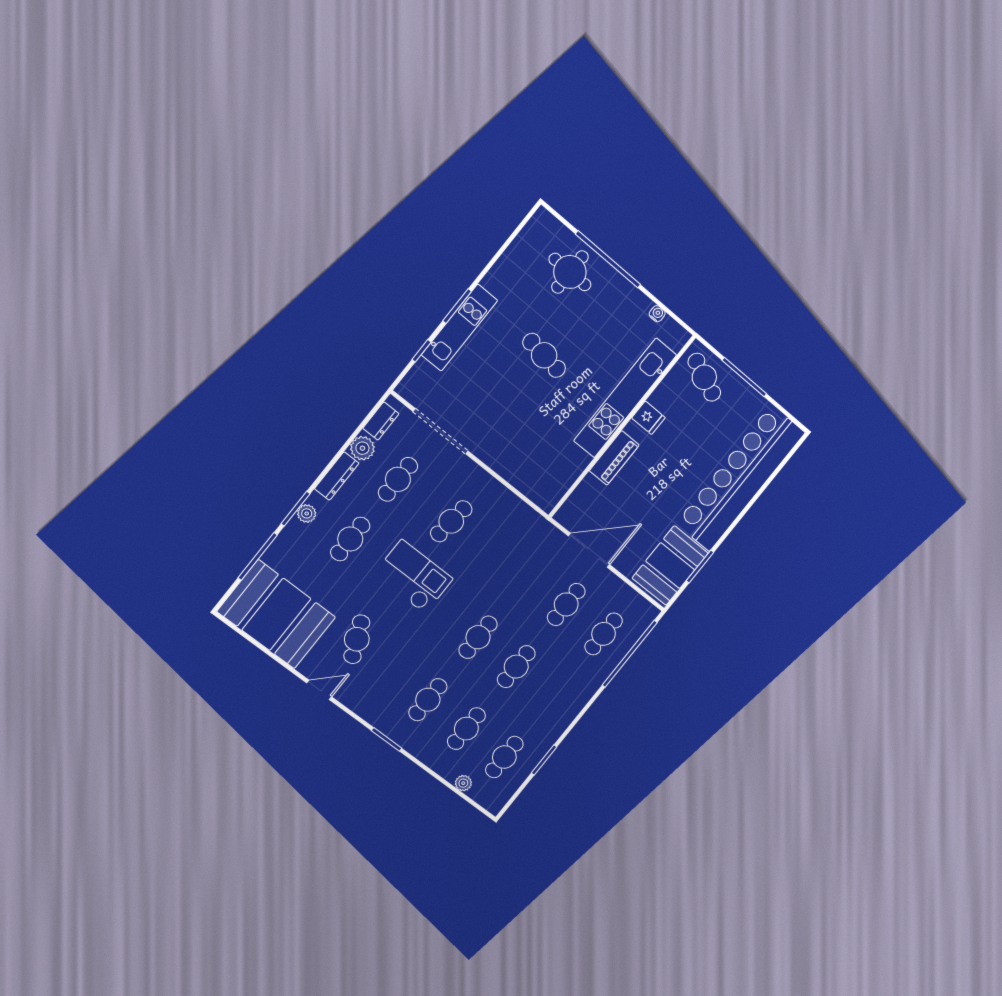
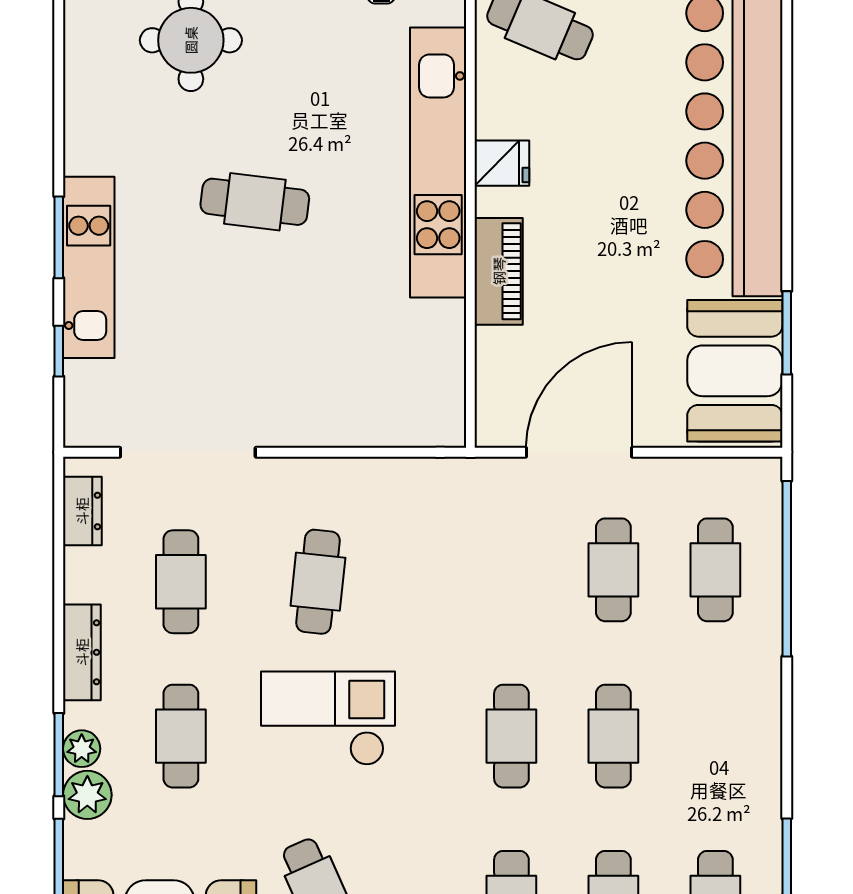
plant: (362, 448) -> (87, 795), moved

